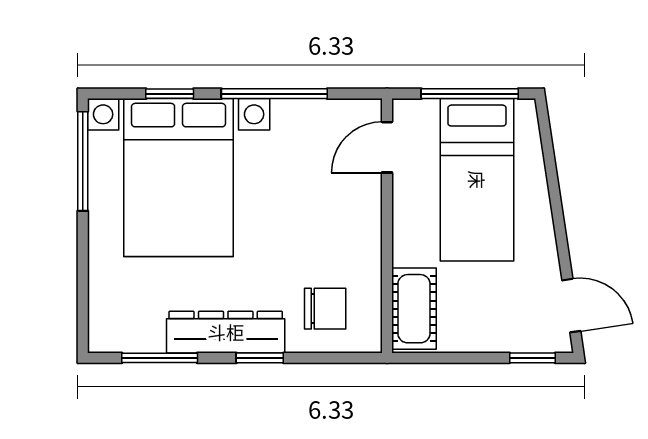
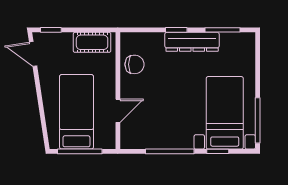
door: (387, 147) -> (118, 111), moved
bed with nightstands: (179, 178) -> (225, 113), width x0.73
chair: (325, 309) -> (135, 64), moved, turned 180
cot: (414, 309) -> (92, 42), moved, turned 90

